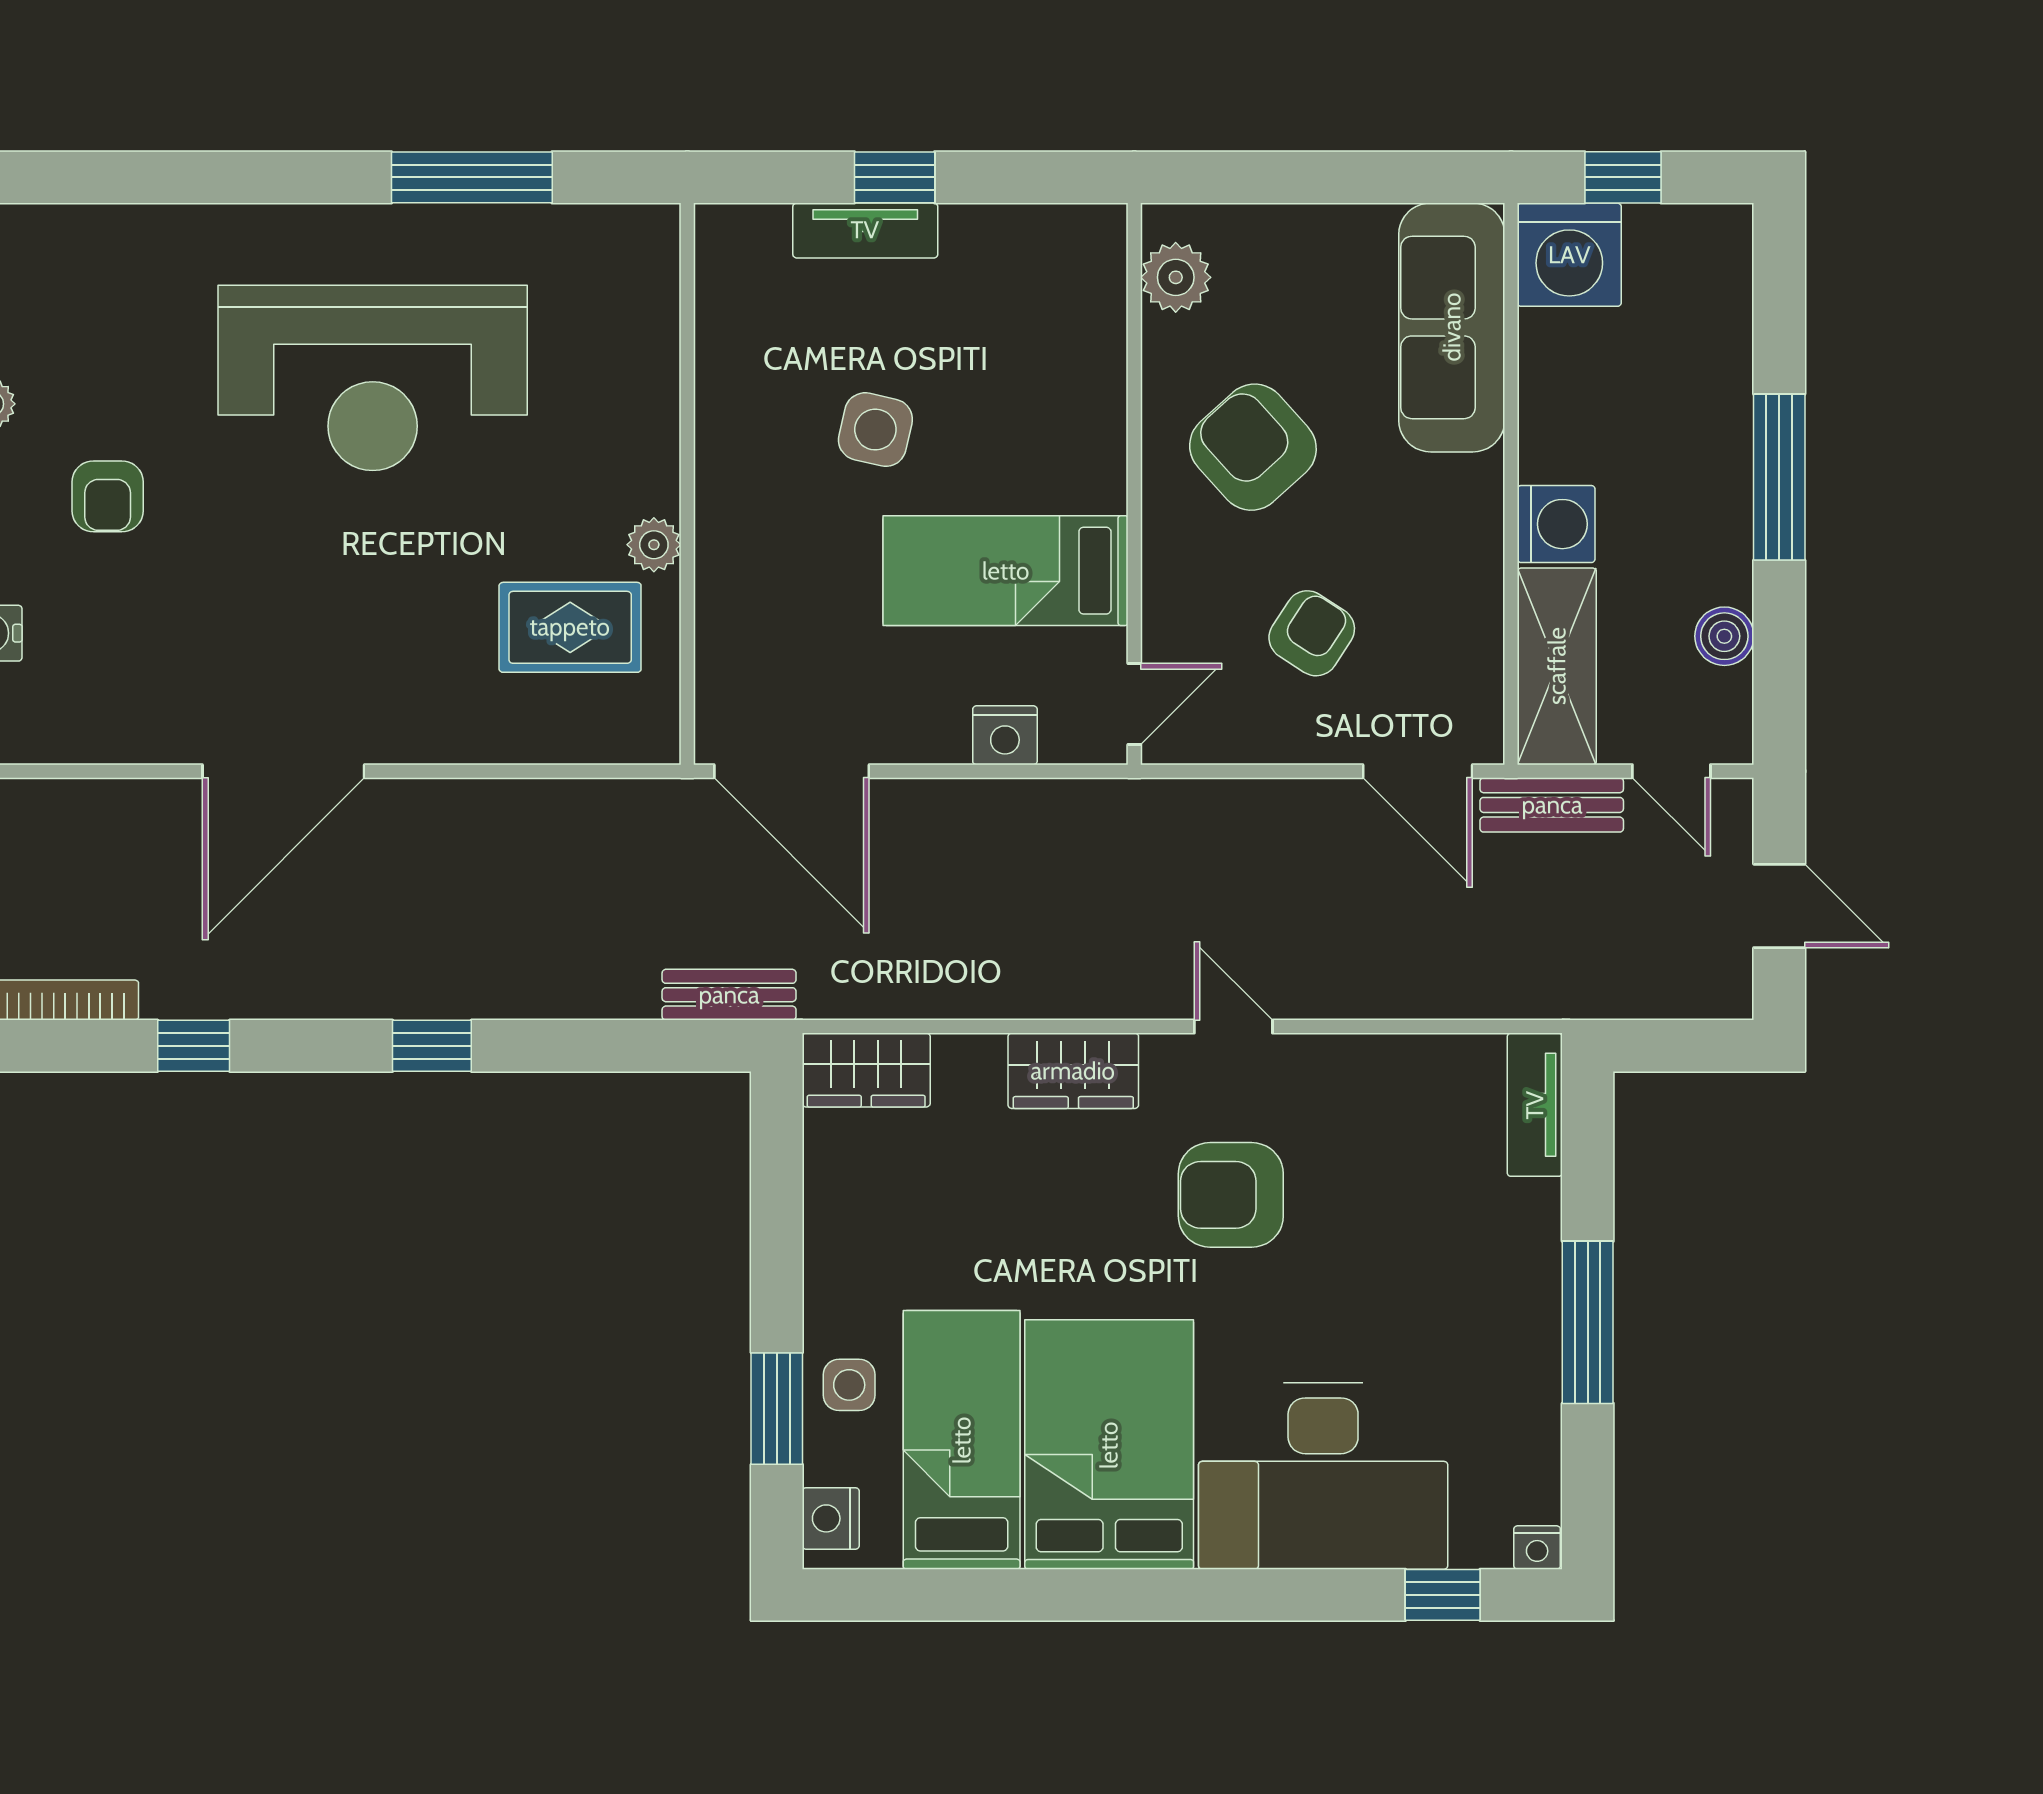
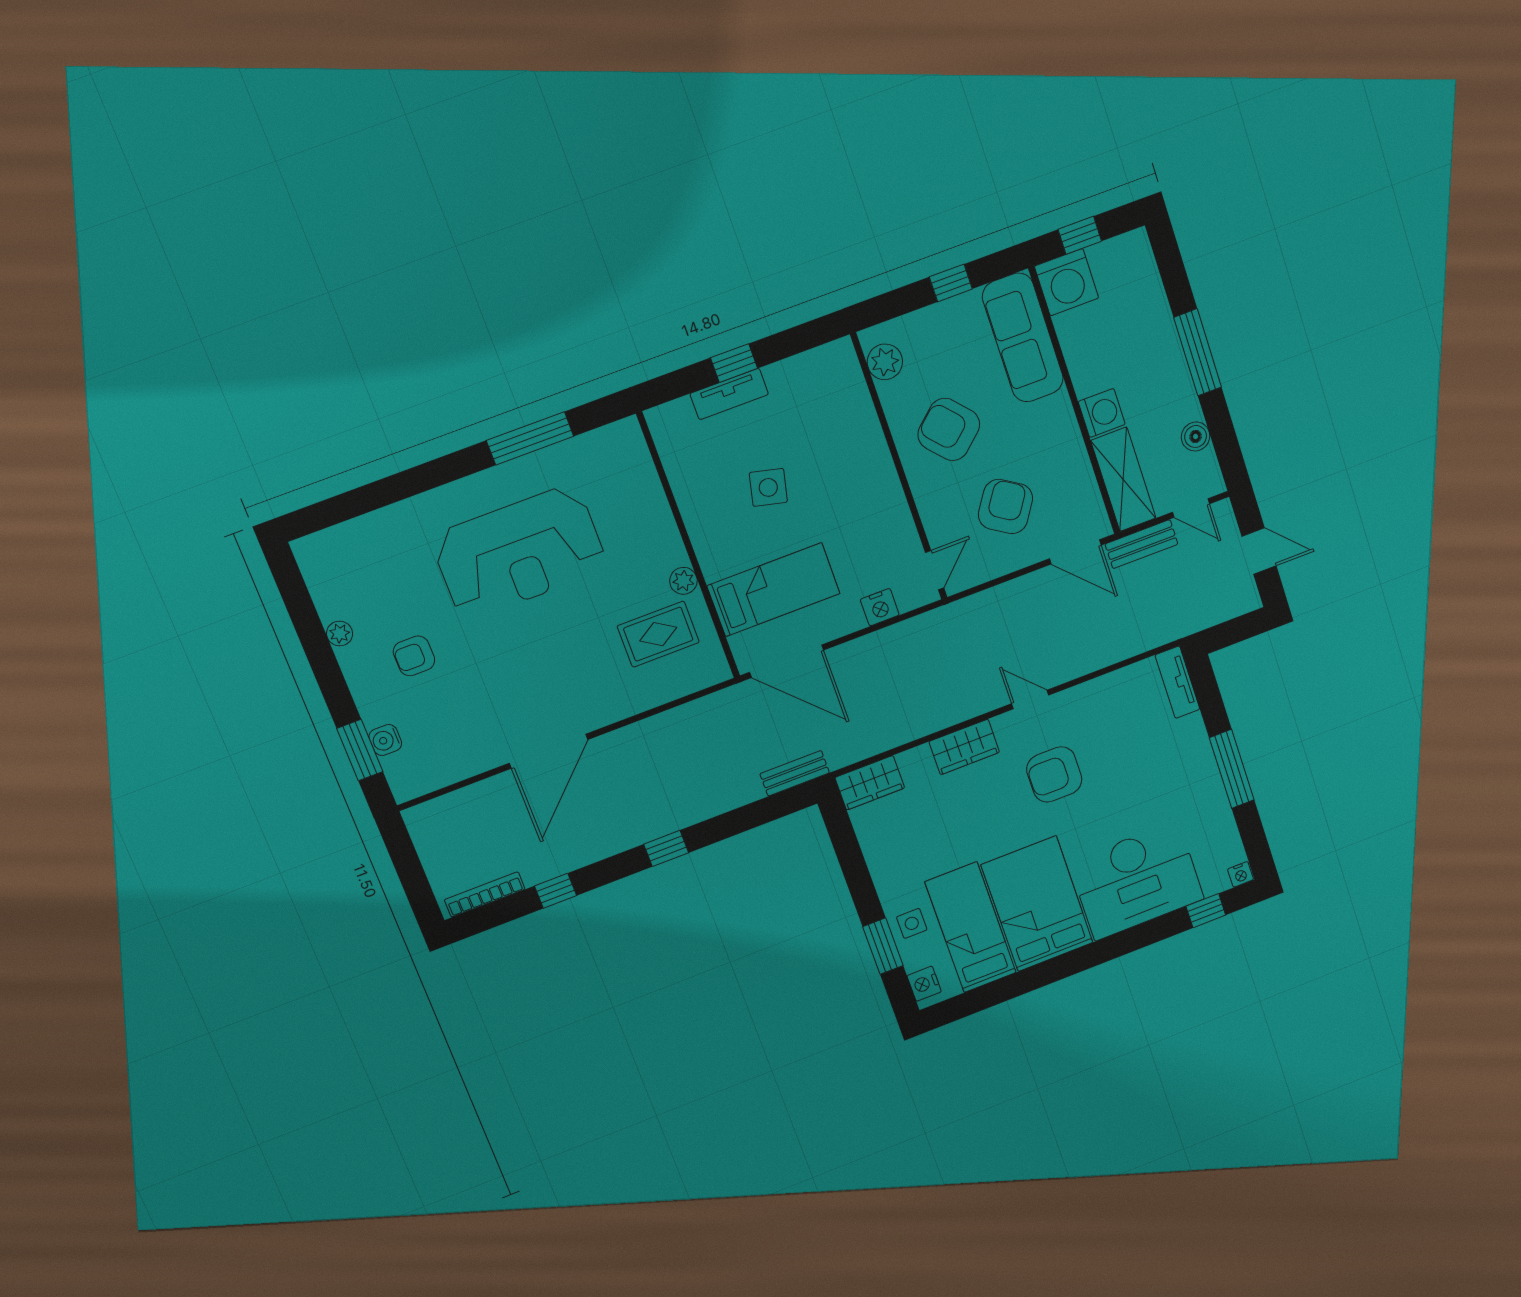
window: (1350, 177) -> (951, 283), added
armchair: (108, 496) -> (414, 656), turned 90
bed: (1006, 571) -> (774, 590), moved, turned 180
armchair: (1312, 633) -> (1005, 507), width x1.38, depth x1.38

